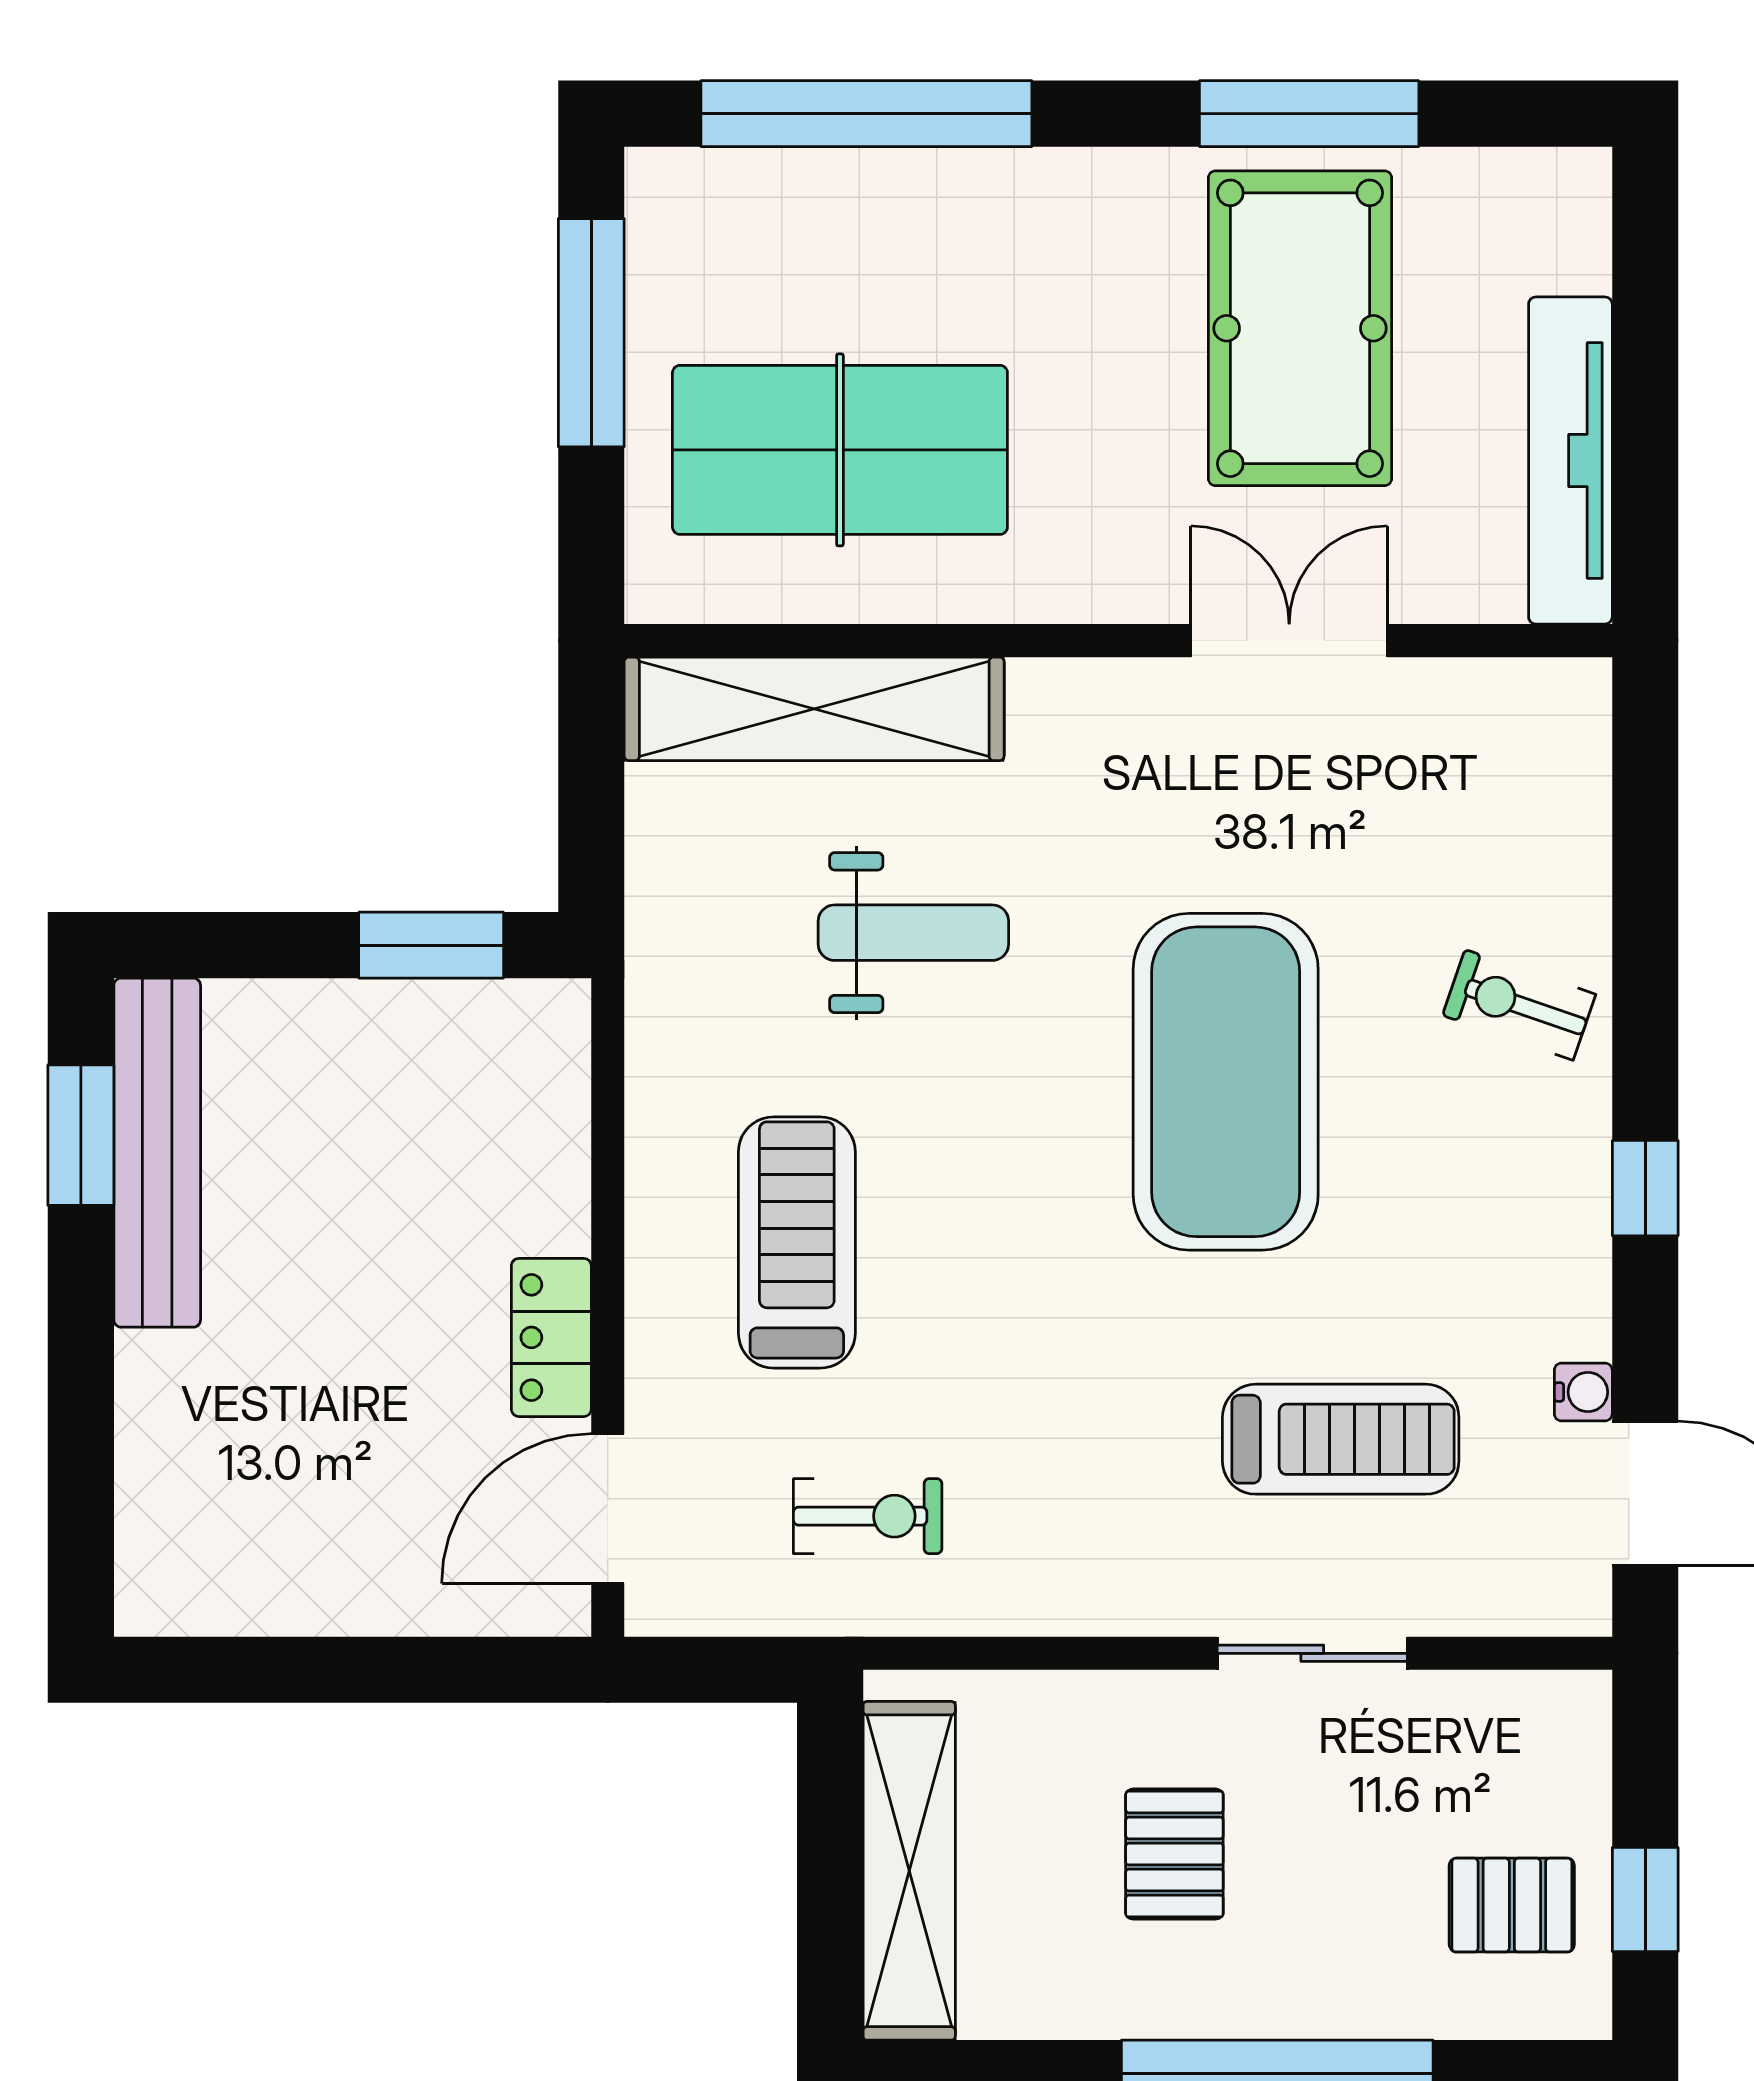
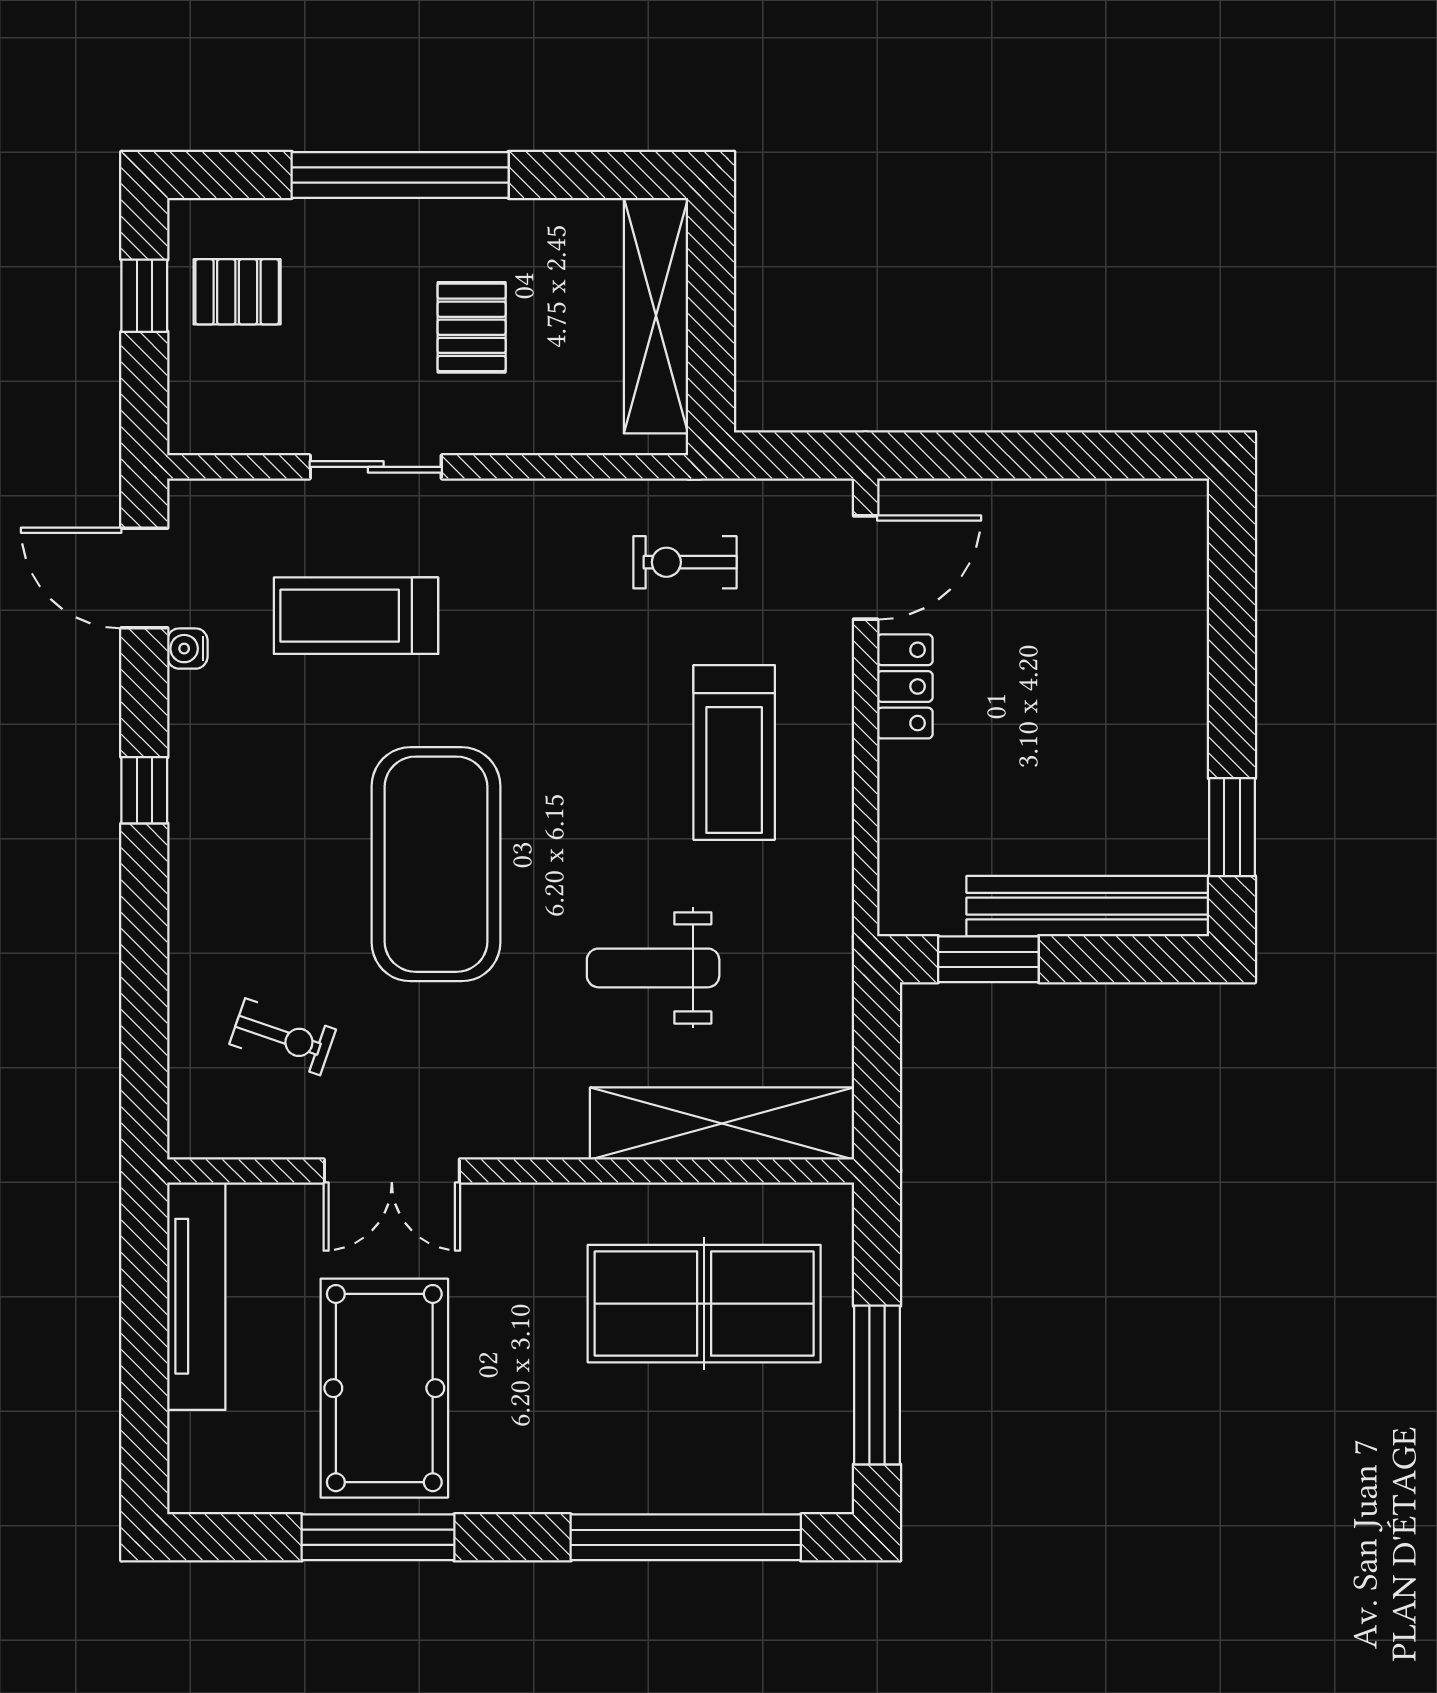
exercise bike: (1519, 1005) -> (283, 1037), moved
bench: (157, 1153) -> (1088, 906), moved, turned 90

